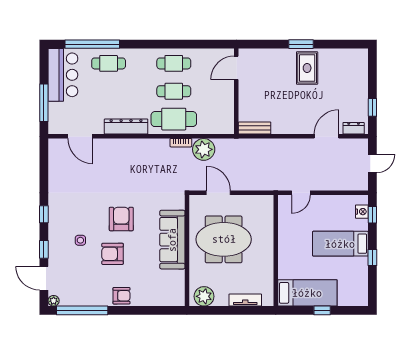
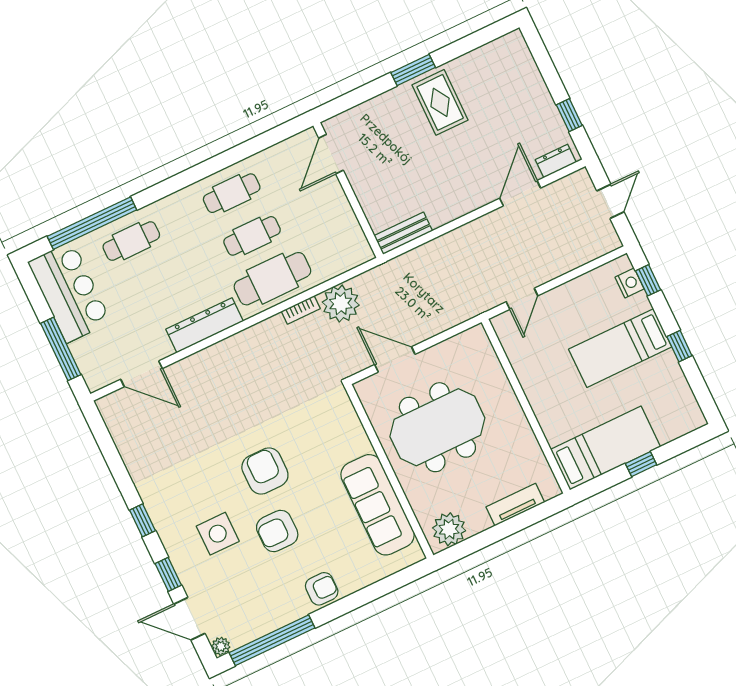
side table: (80, 240) -> (218, 534), width x1.87, depth x1.87
sofa: (172, 240) -> (378, 505), moved

